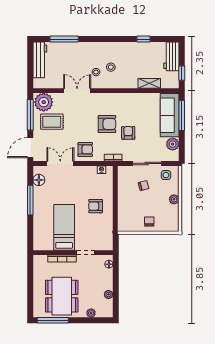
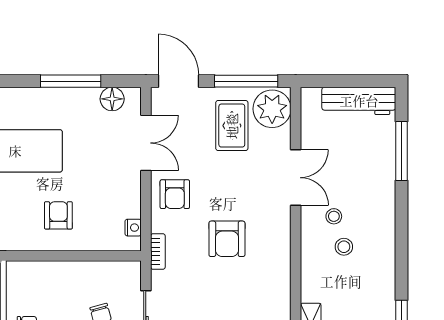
armchair: (128, 133) -> (209, 282), removed

